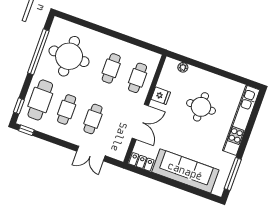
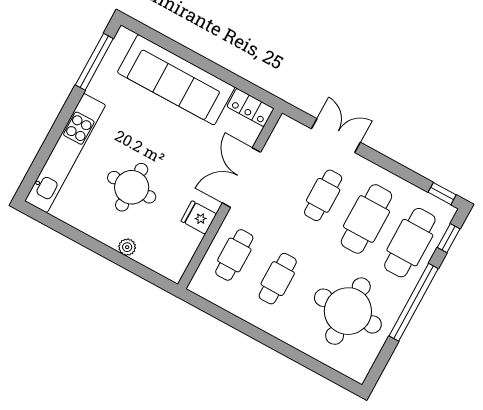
window: (38, 52) -> (414, 302), moved
plant: (183, 67) -> (127, 247), moved
cafe table: (67, 109) -> (366, 219), width x1.37, depth x1.35

